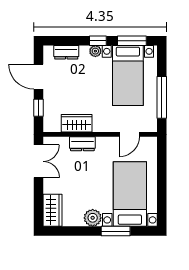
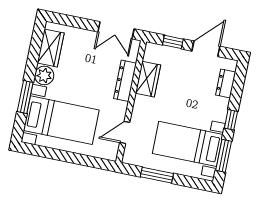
plant: (95, 51) -> (221, 115), removed
window: (162, 97) -> (157, 175), width x0.69
door: (129, 134) -> (125, 132), hinge flipped
dresser: (82, 144) -> (125, 81), width x1.44
wardrobe: (52, 210) -> (51, 48), moved, turned -90

